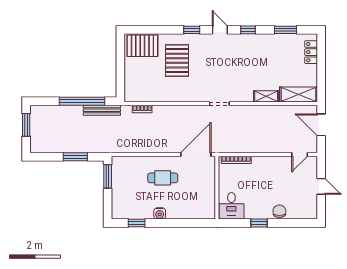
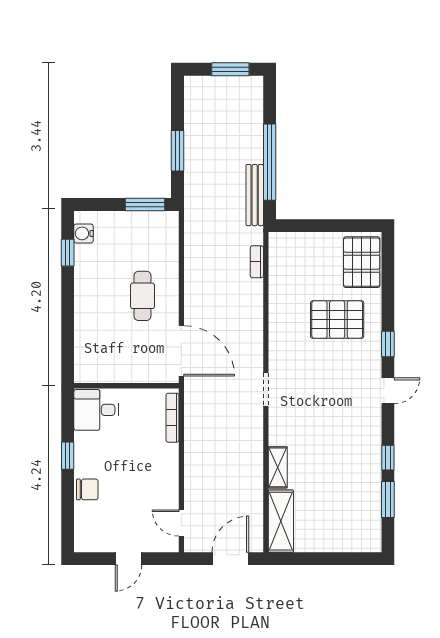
window: (248, 30) -> (388, 458), moved
locker: (311, 52) -> (351, 542), removed
water cooler: (160, 213) -> (84, 233), moved

